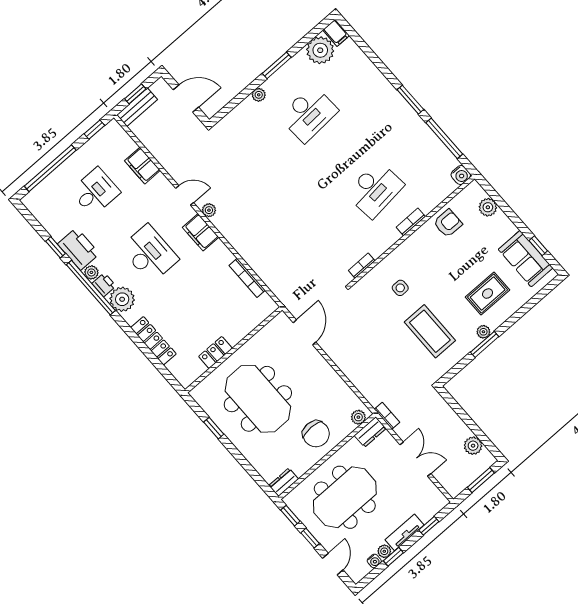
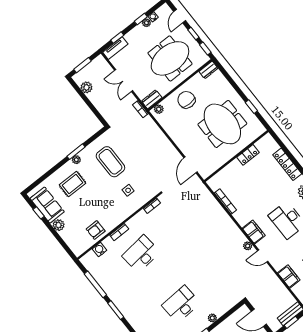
water cooler: (461, 175) -> (100, 250), moved
plant: (488, 207) -> (59, 225), moved
tv unit: (405, 532) -> (115, 48), moved

